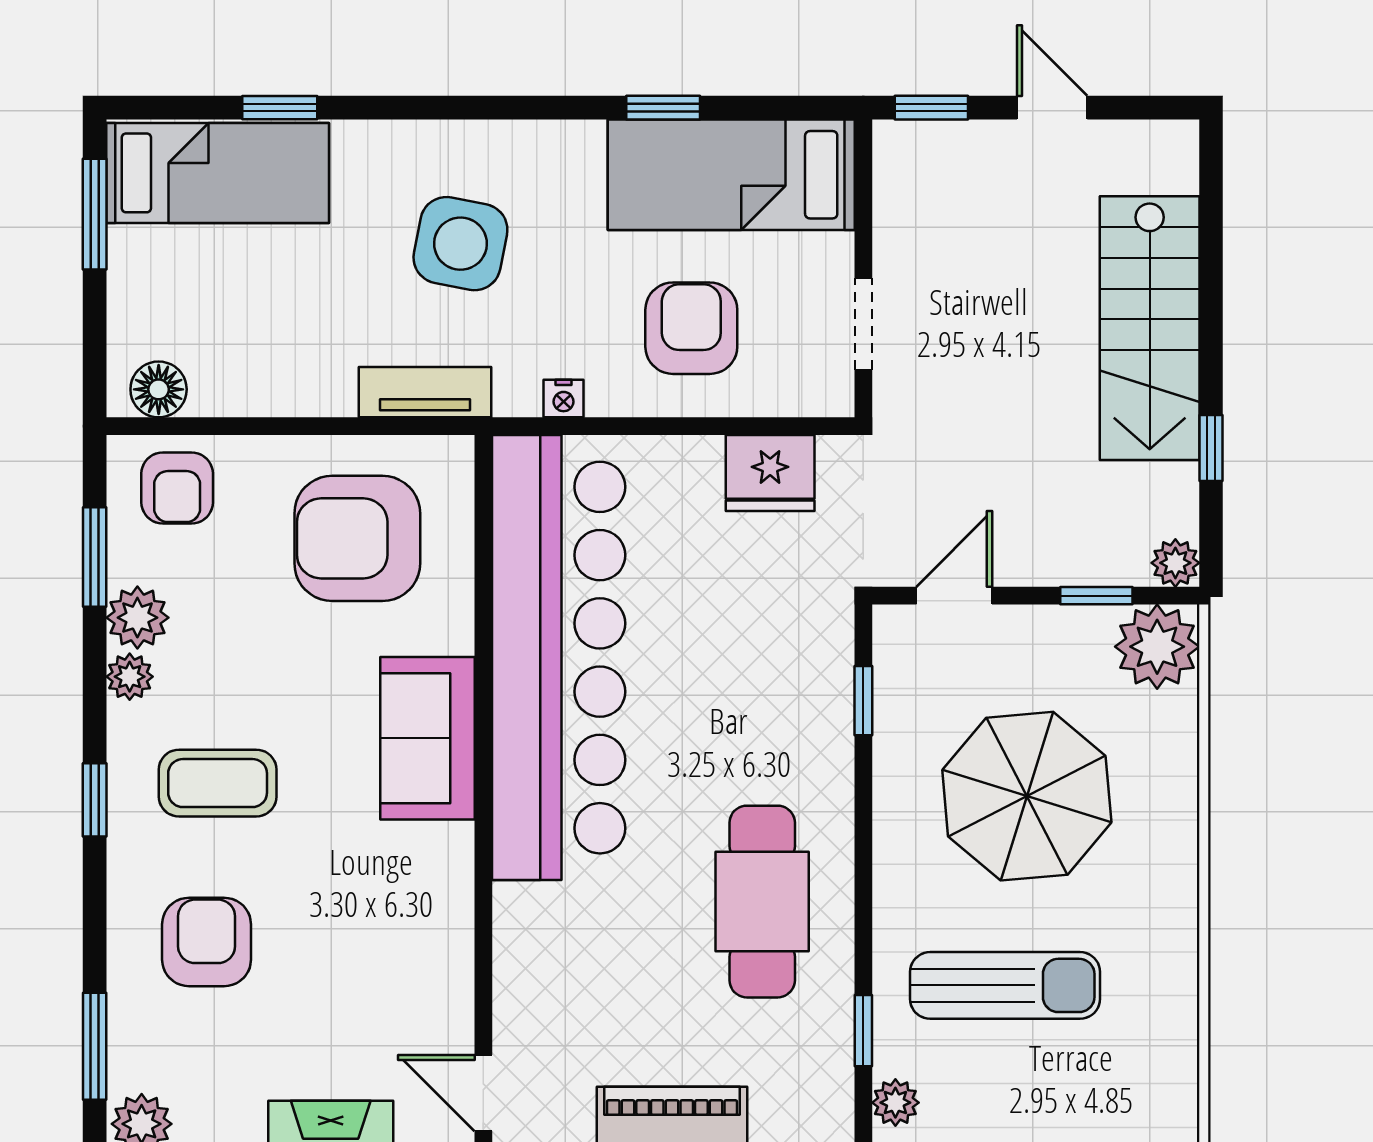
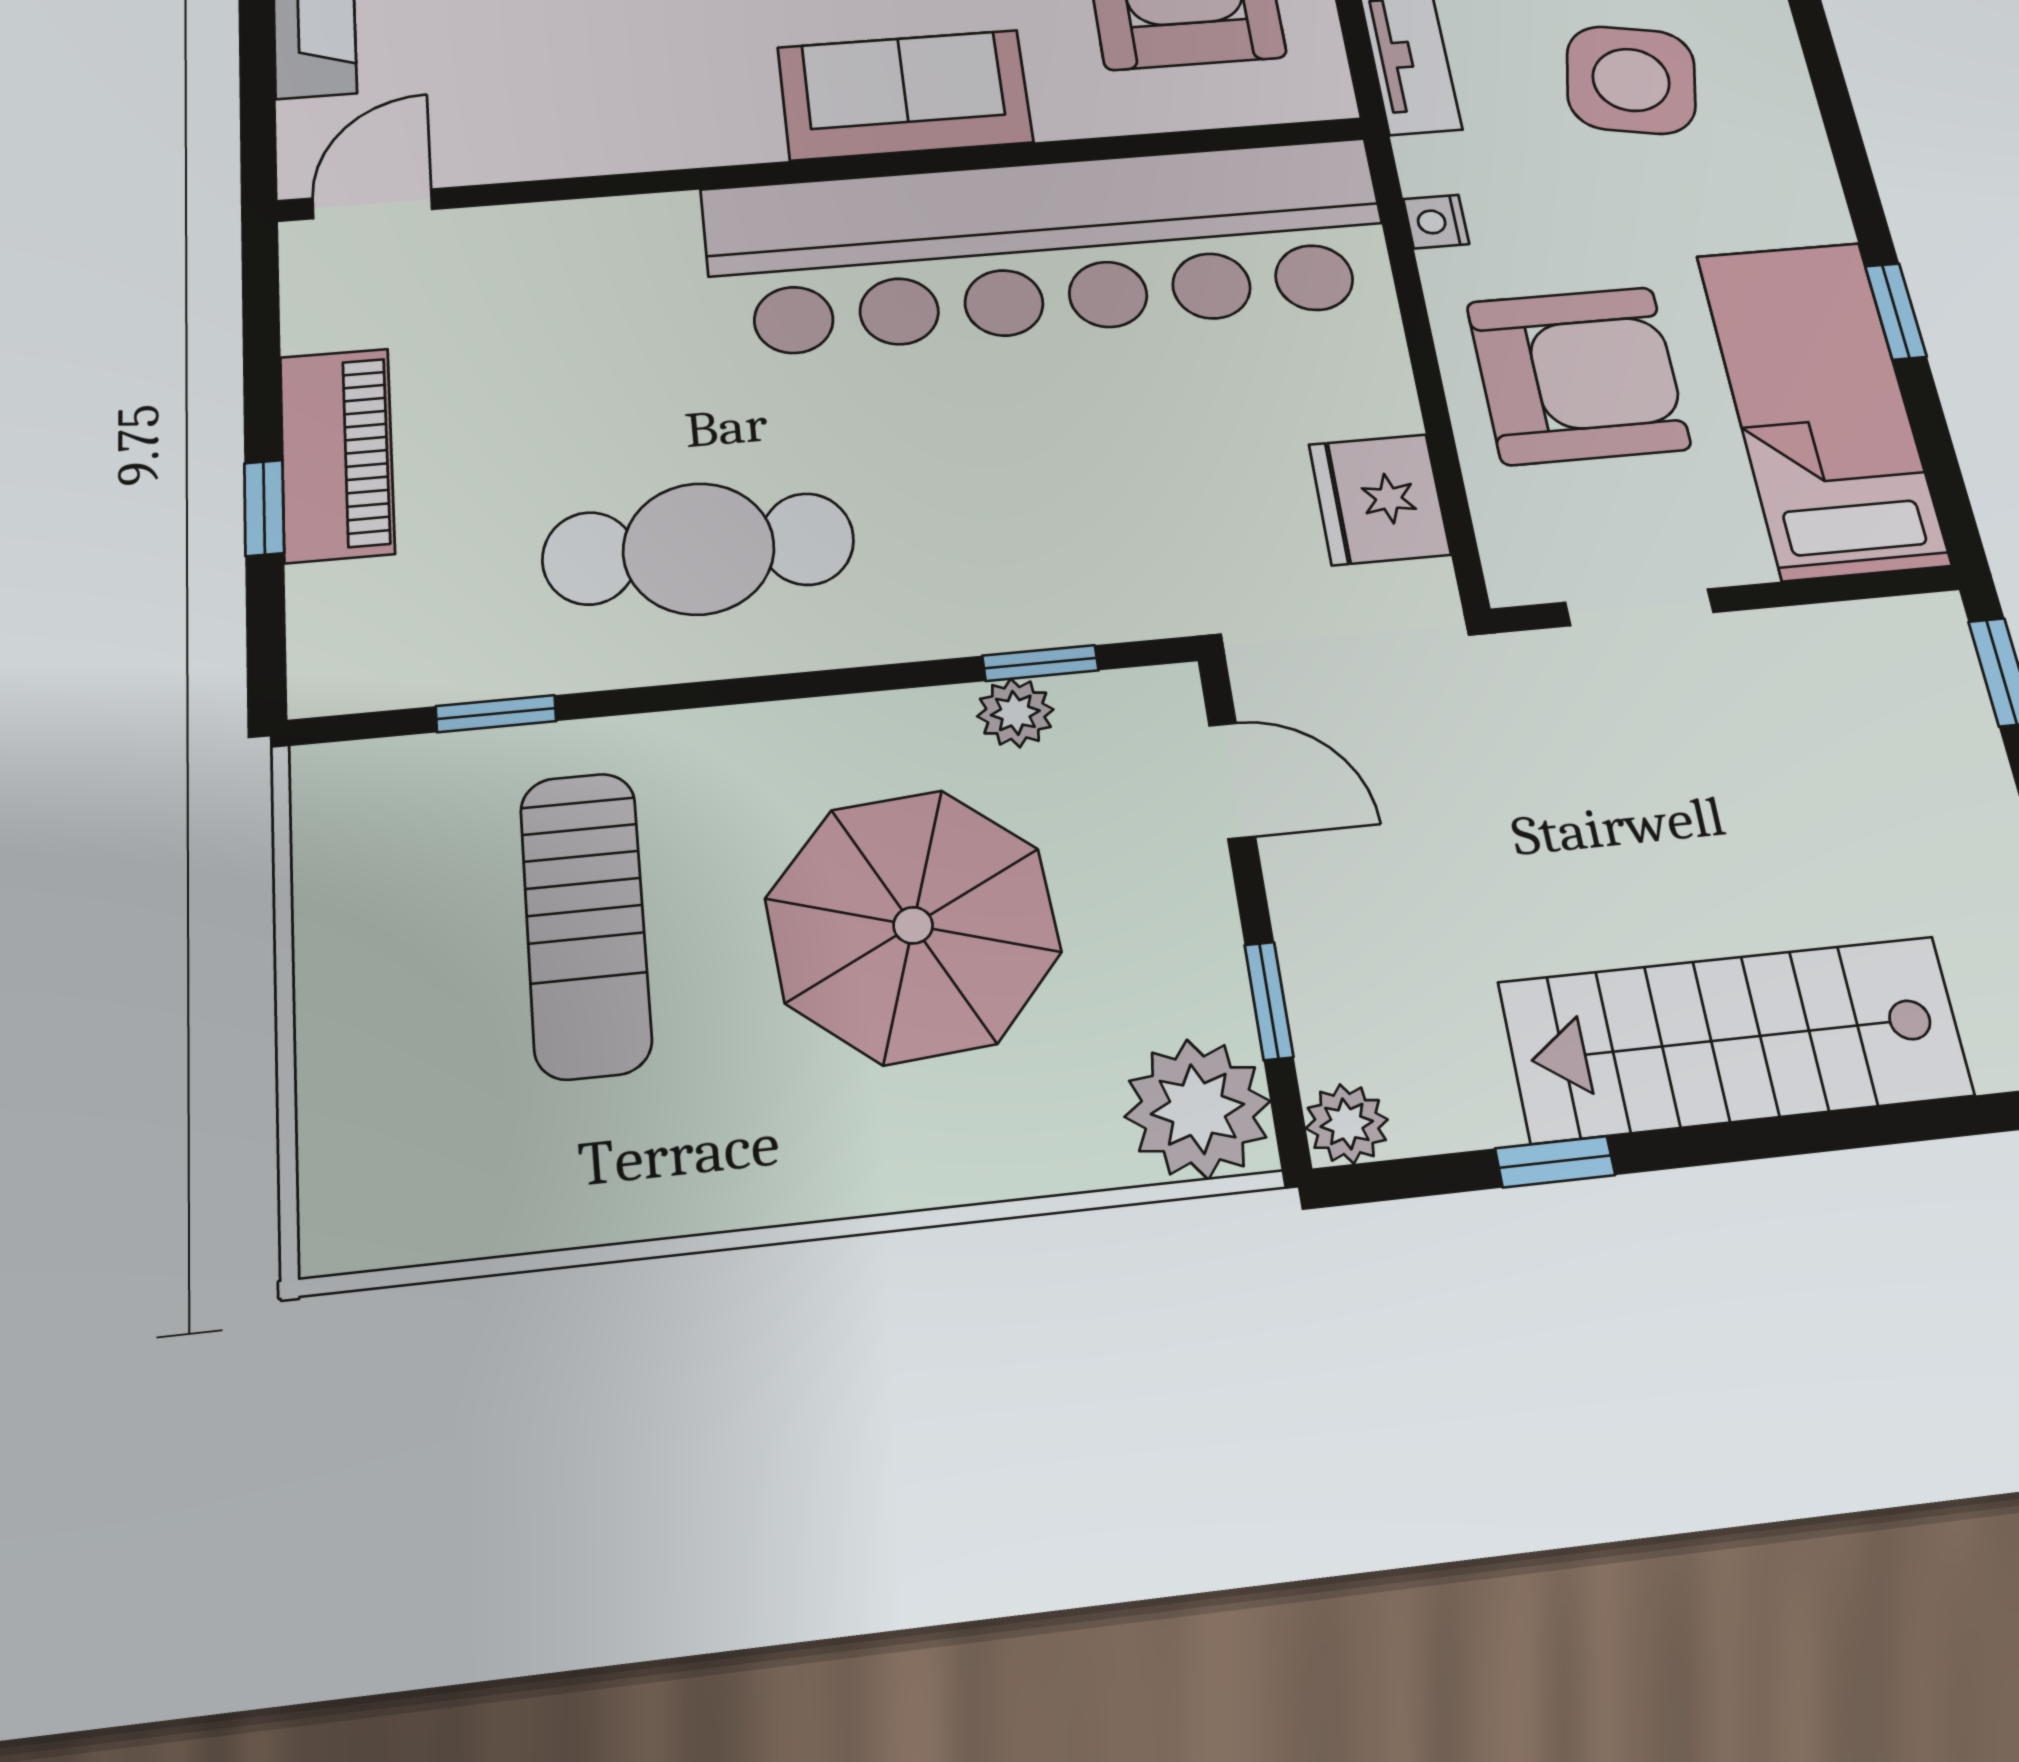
armchair: (691, 328) -> (1578, 375), width x1.36, depth x1.36
plant: (895, 1103) -> (1015, 713), moved

